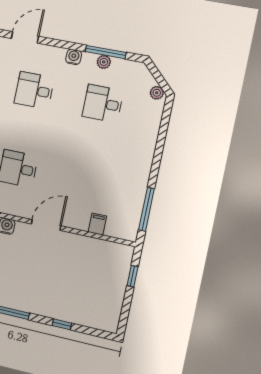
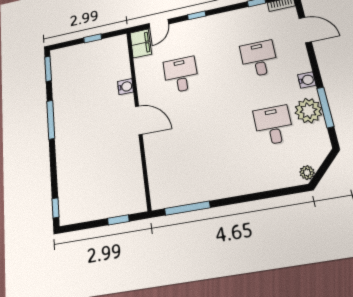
plant: (104, 62) -> (308, 111), width x1.88, depth x1.88
filing cabinet: (97, 224) -> (156, 167), removed
window: (62, 324) -> (55, 208), moved

